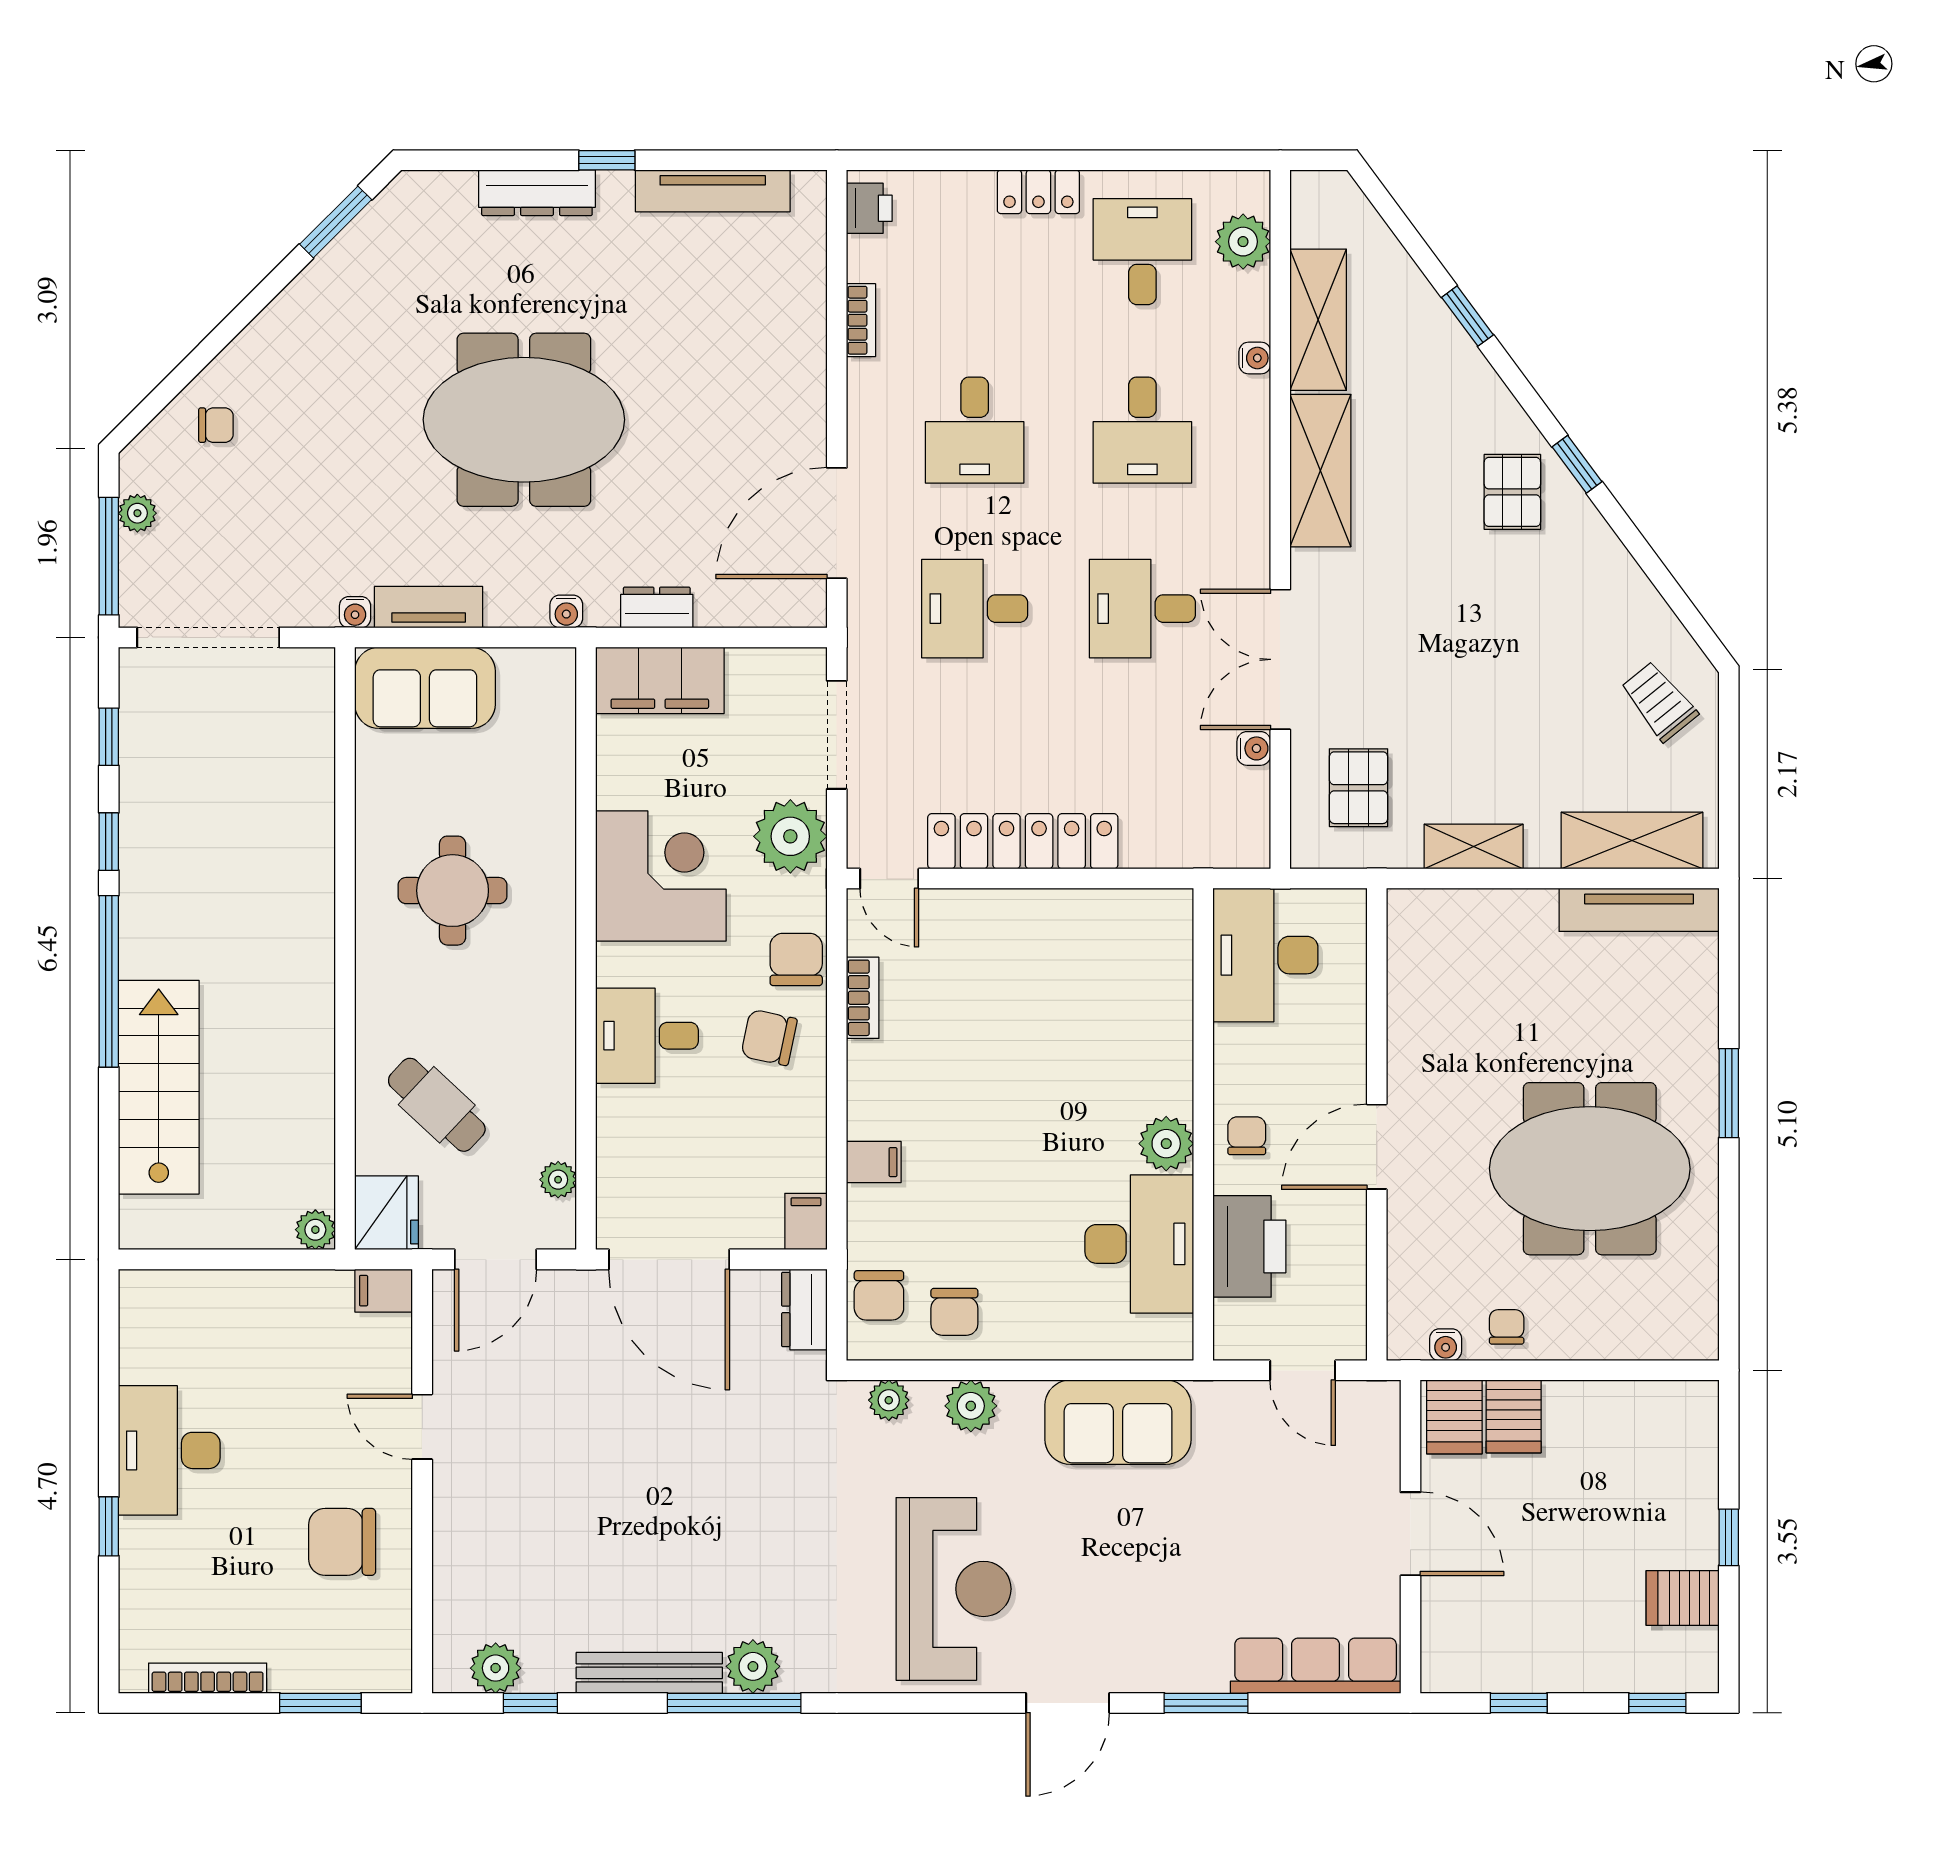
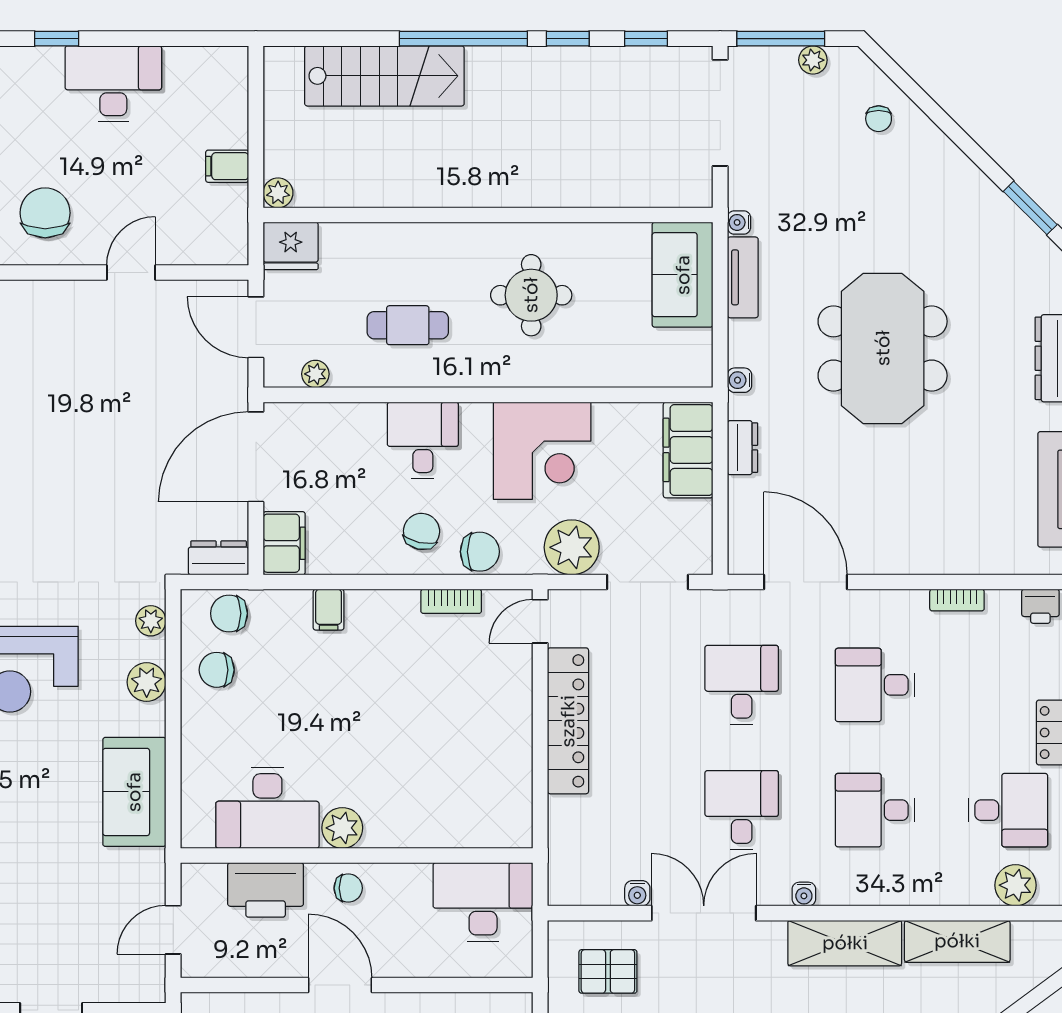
water cooler: (1255, 358) -> (804, 894), moved
cafe table: (437, 1105) -> (408, 325), moved, turned 47
filing cabinet: (806, 1222) -> (284, 543), width x2.00
filing cabinet: (384, 1291) -> (227, 166), moved, turned -90

